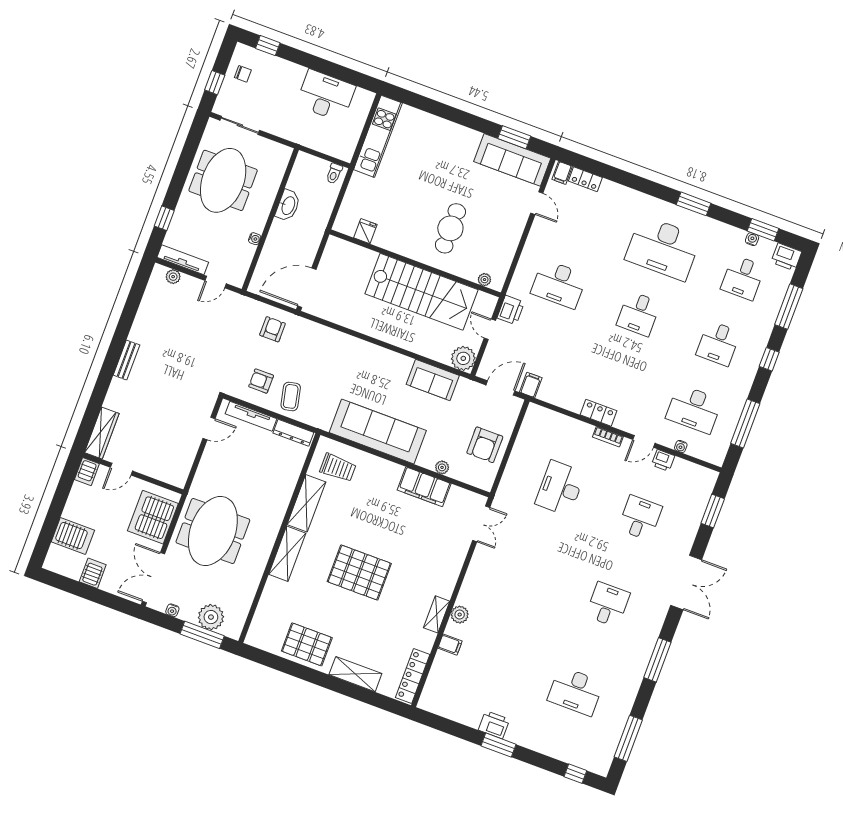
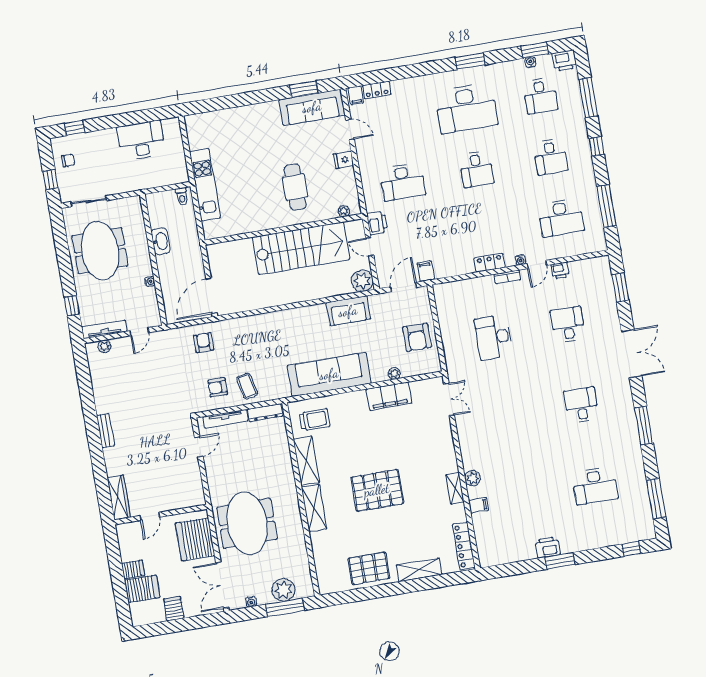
kitchen unit: (378, 136) -> (205, 185), moved
fridge: (365, 231) -> (344, 160), moved, turned -90
water cooler: (681, 446) -> (520, 260), moved
server rack: (87, 472) -> (133, 570), moved, turned -90

